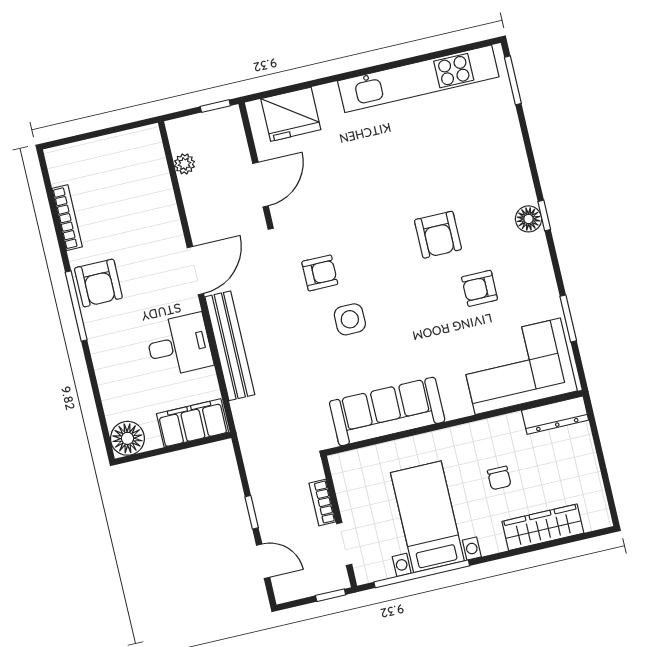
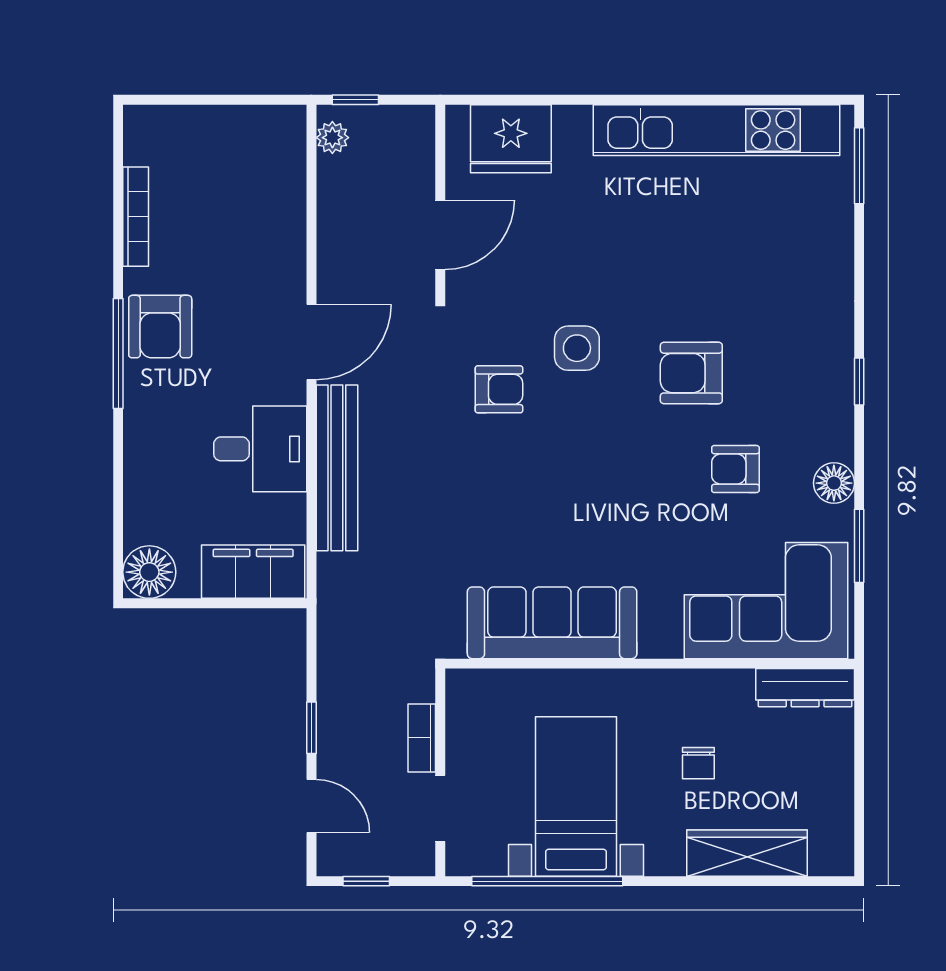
window: (215, 106) -> (355, 100), moved
plant: (184, 164) -> (332, 138), moved
floor lamp: (528, 219) -> (834, 483), moved
armchair: (438, 235) -> (691, 373), turned 90
side table: (350, 319) -> (577, 348), moved
window: (331, 595) -> (366, 881), moved

